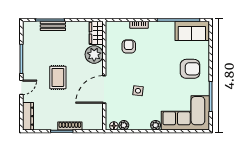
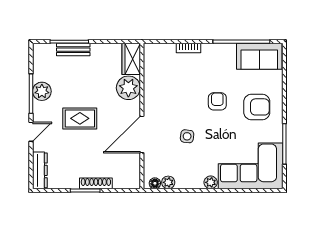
armchair: (129, 46) -> (217, 101), moved
plant: (29, 57) -> (42, 91), added
rug: (58, 77) -> (80, 118), turned 90

